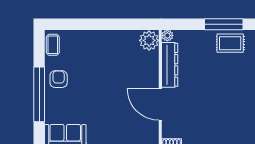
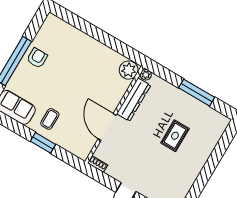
rug: (230, 43) -> (175, 136), moved, turned 90
coffee table: (53, 45) -> (50, 119), moved

